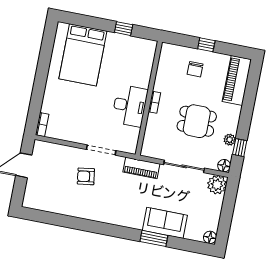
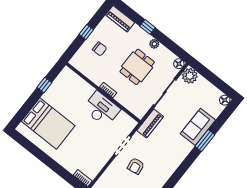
piano: (237, 80) -> (120, 19), width x0.73, depth x0.75
plant: (230, 140) -> (154, 44), moved
window: (240, 148) -> (147, 27), moved

